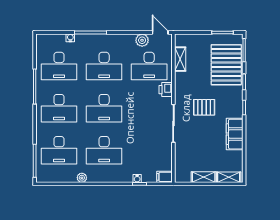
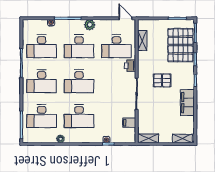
plant: (142, 40) -> (90, 25), moved
filing cabinet: (165, 177) -> (129, 123), moved
shelving: (204, 177) -> (148, 138), moved

